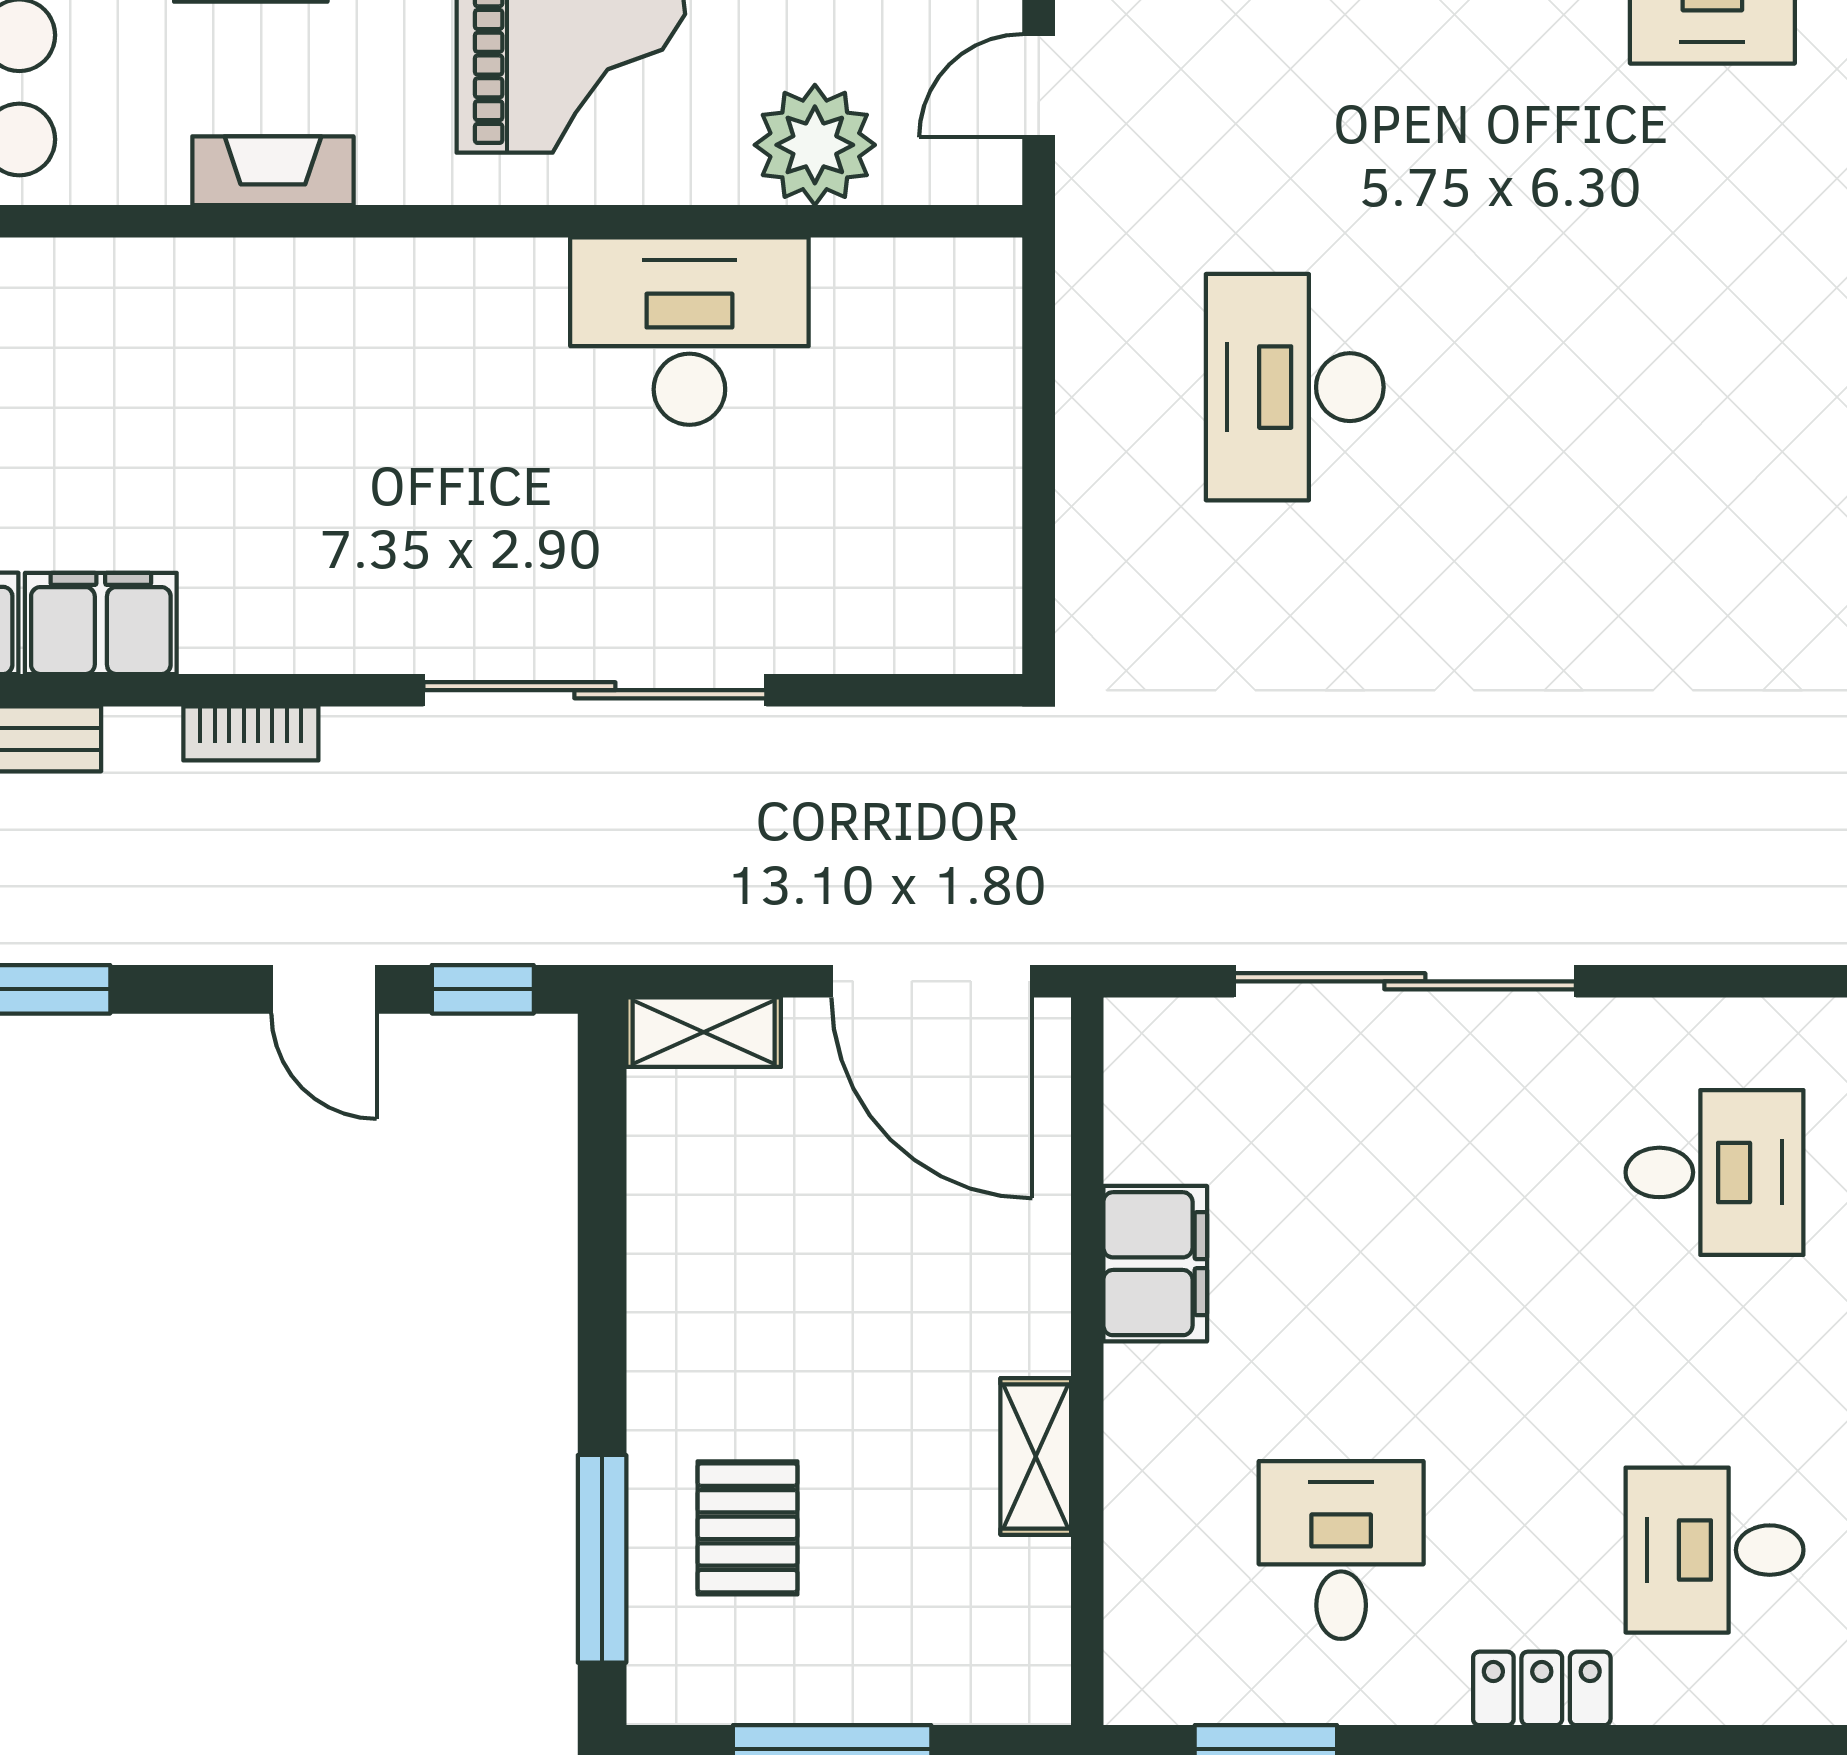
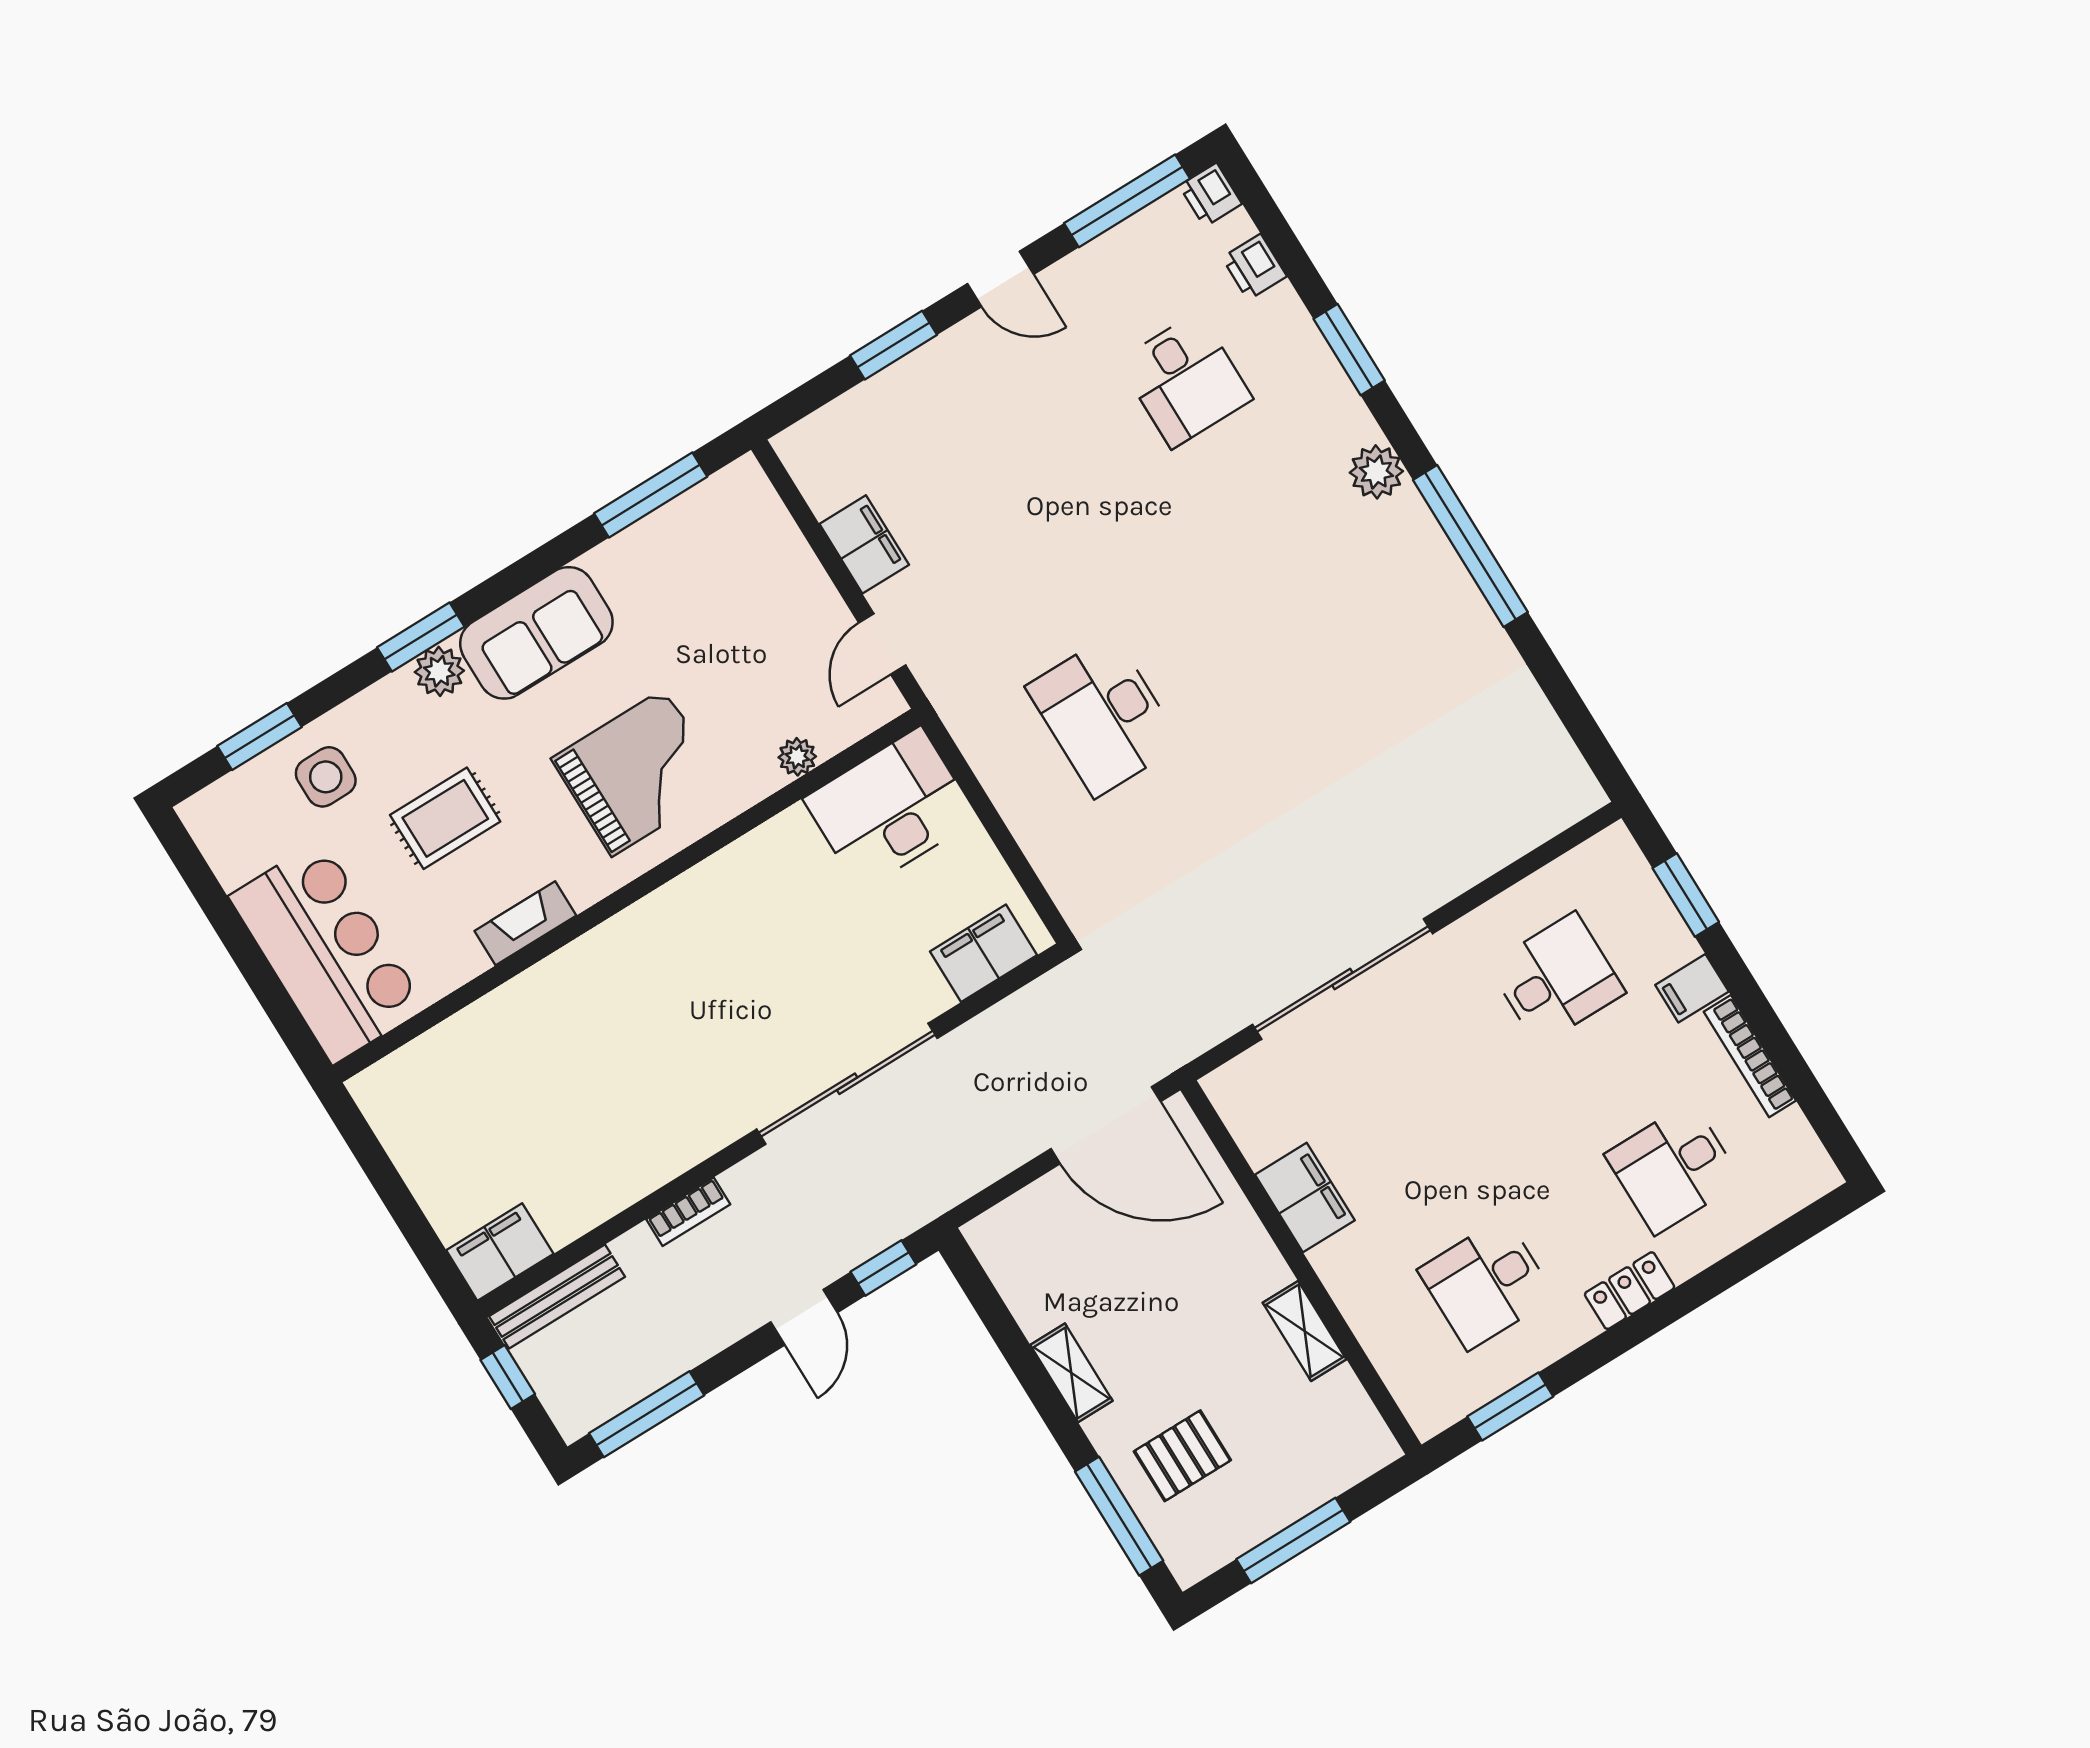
plant: (815, 145) -> (797, 757), width x0.53, depth x0.53
desk: (689, 331) -> (890, 809), moved
filing cabinet: (101, 623) -> (983, 953), moved
door: (324, 989) -> (804, 1317), hinge flipped
shelving: (704, 1032) -> (1071, 1373), moved, turned 90
pallet: (748, 1528) -> (1182, 1456), turned 90
desk: (1341, 1550) -> (1486, 1283), turned -90

